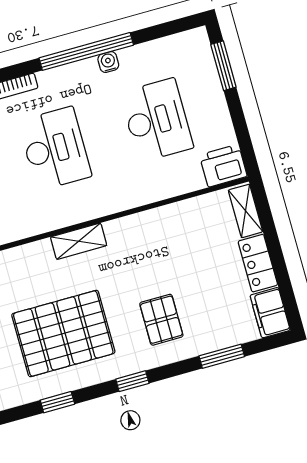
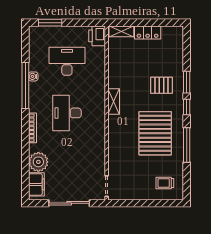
desk: (55, 149) -> (67, 113), turned -90
shelving: (79, 241) -> (114, 101), moved
filing cabinet: (270, 313) -> (172, 33), removed
window: (222, 356) -> (187, 82), moved
window: (57, 402) -> (187, 145), width x2.17

